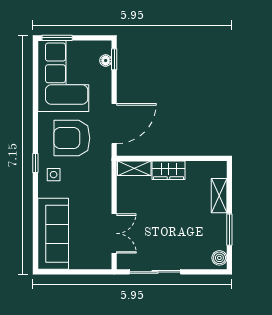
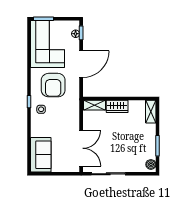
door: (114, 124) -> (81, 64), moved
armchair: (72, 138) -> (53, 85), turned -90
shelving: (219, 196) -> (151, 112), moved
double door: (114, 233) -> (81, 148), width x1.37
sofa: (53, 234) -> (41, 155), width x0.73

